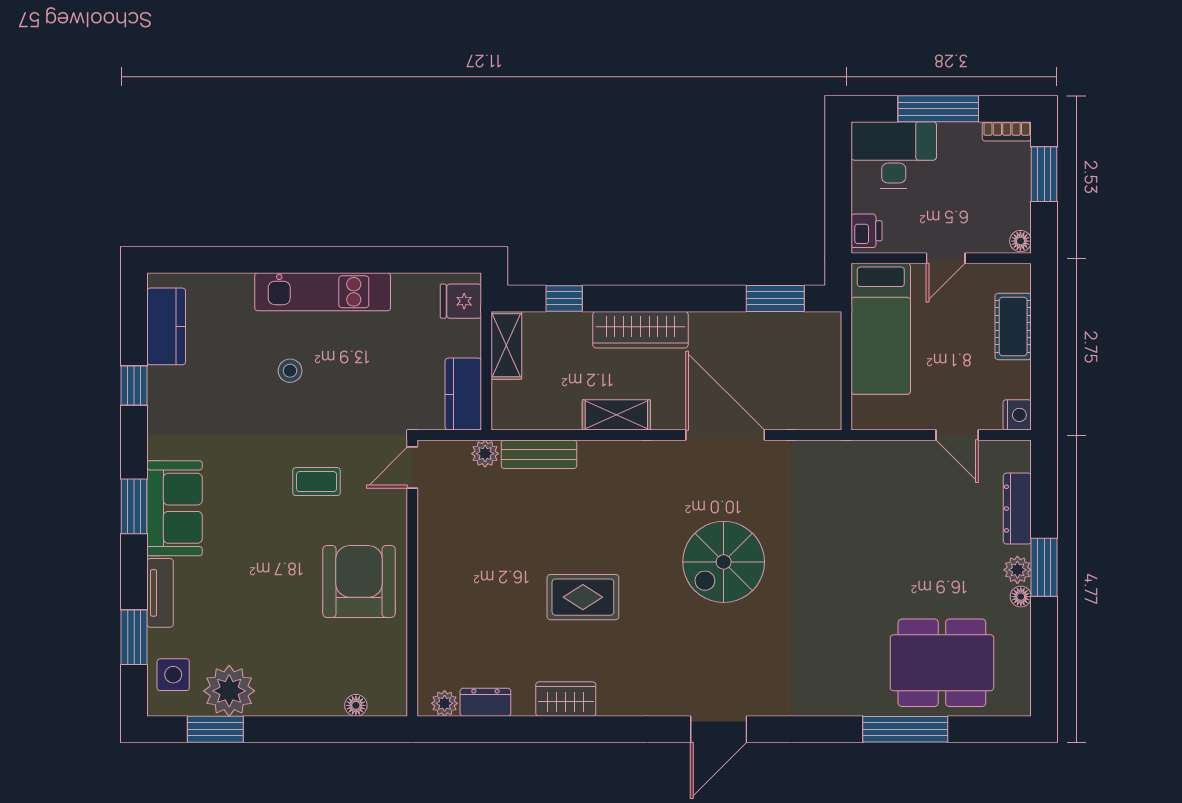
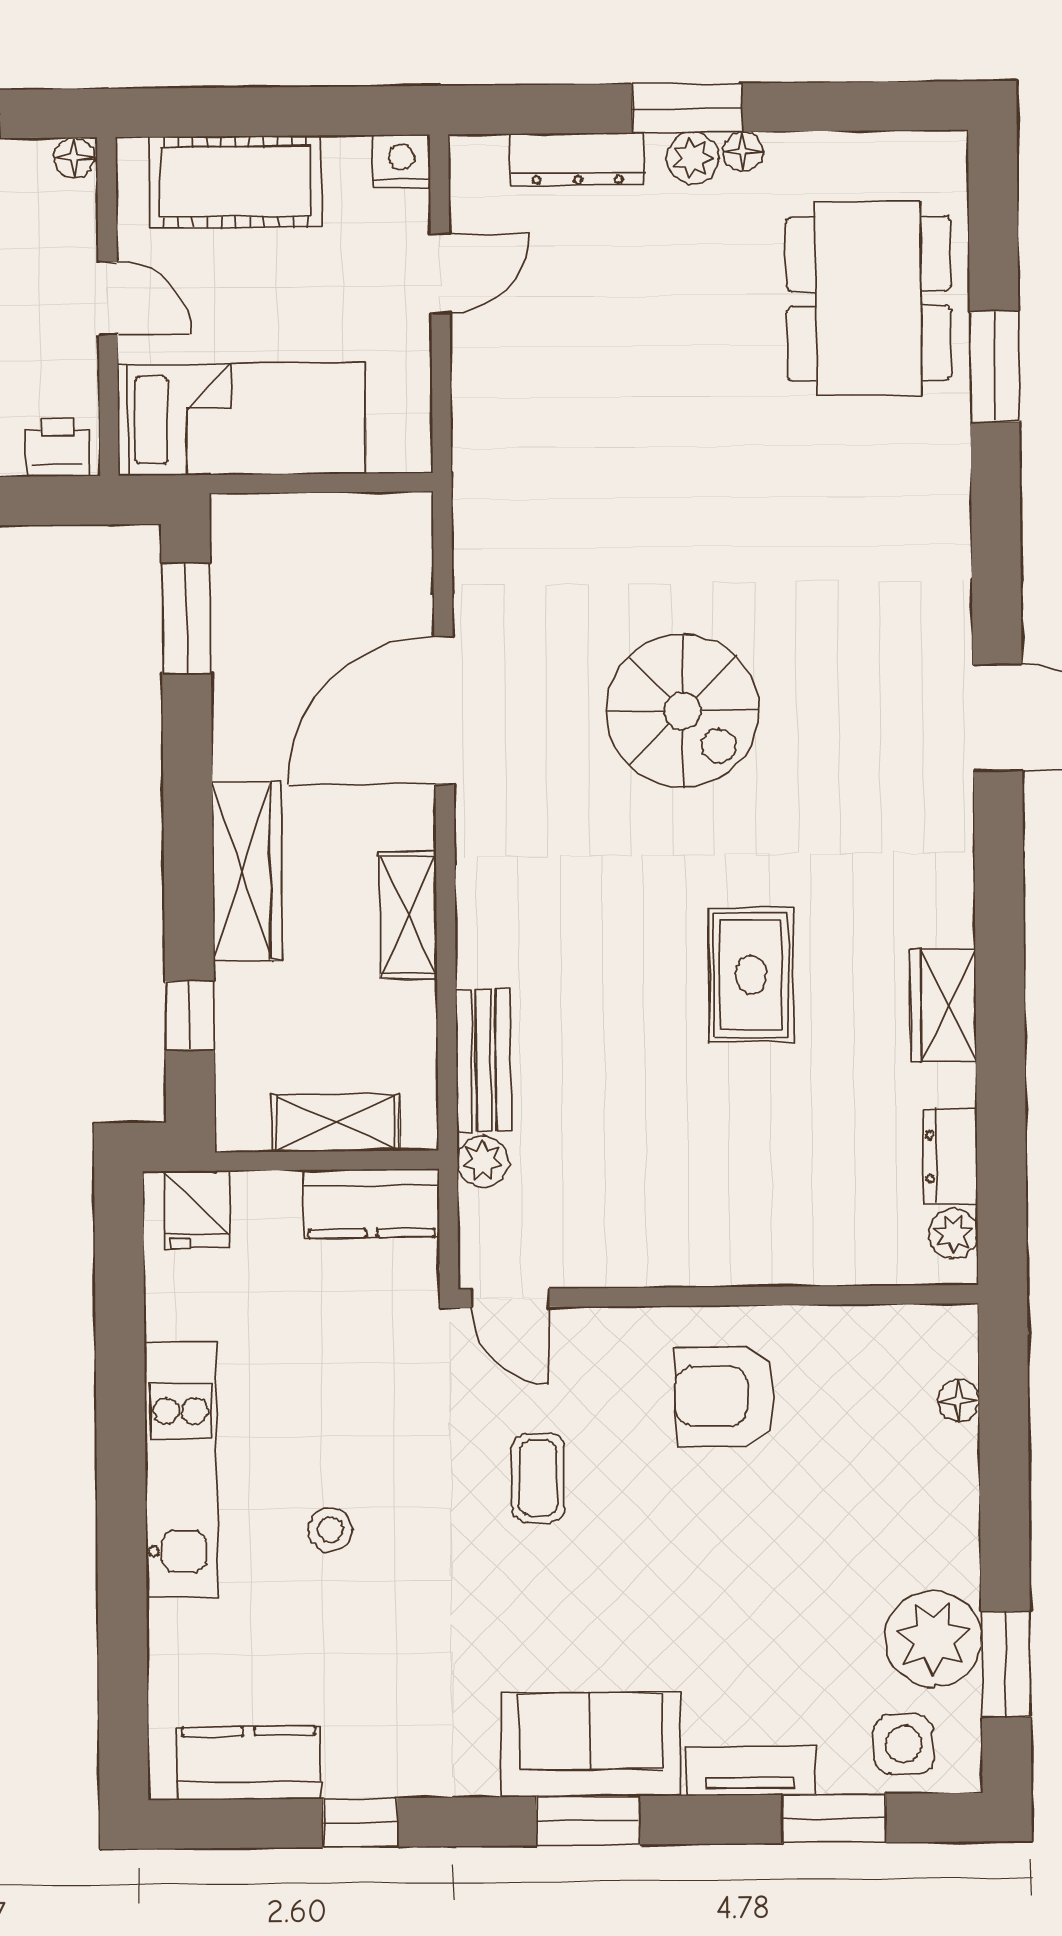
cot: (1013, 326) -> (235, 182), width x1.37, depth x1.34
shelving: (506, 345) -> (336, 1123), moved
armchair: (359, 581) -> (725, 1396), width x0.73, depth x0.73
window: (905, 729) -> (995, 366), width x0.69

